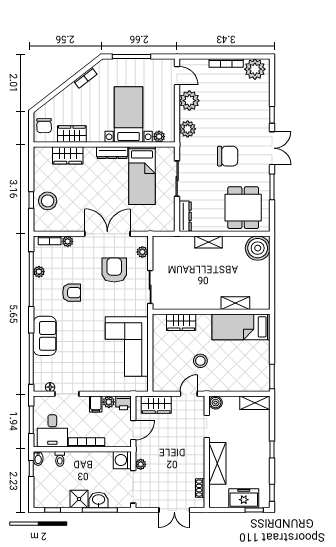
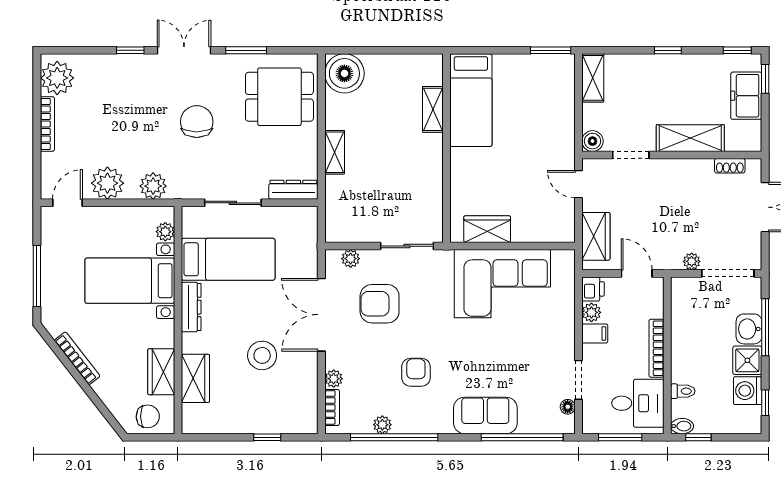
bookcase: (85, 78) -> (77, 358), width x1.56
stool: (48, 201) -> (262, 355), moved
wardrobe: (181, 322) -> (487, 229), moved, turned -90
stool: (200, 361) -> (525, 165), removed
washing machine: (122, 460) -> (748, 391), moved, turned 90

